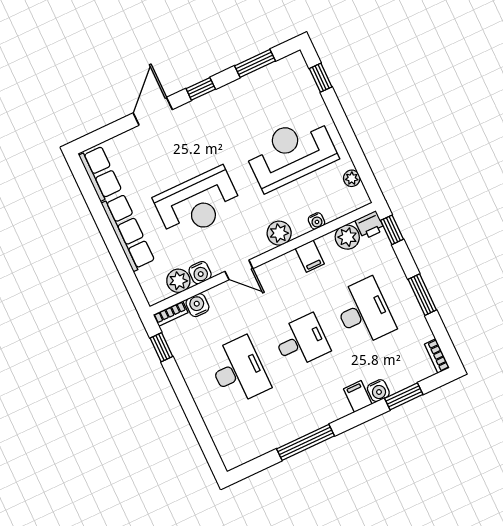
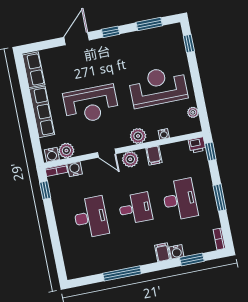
plant: (347, 237) -> (130, 159), moved
water cooler: (200, 273) -> (52, 155), moved

